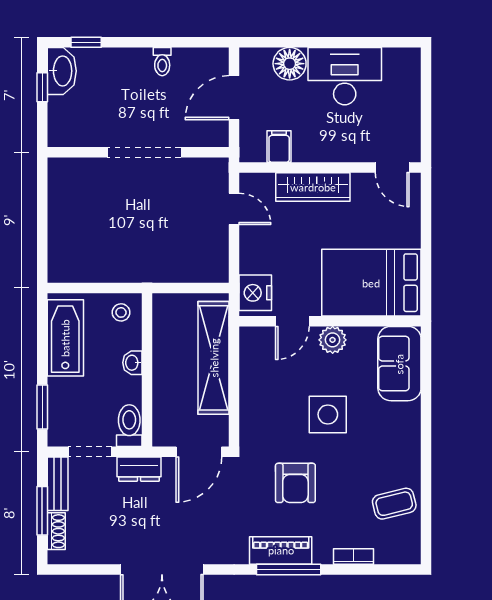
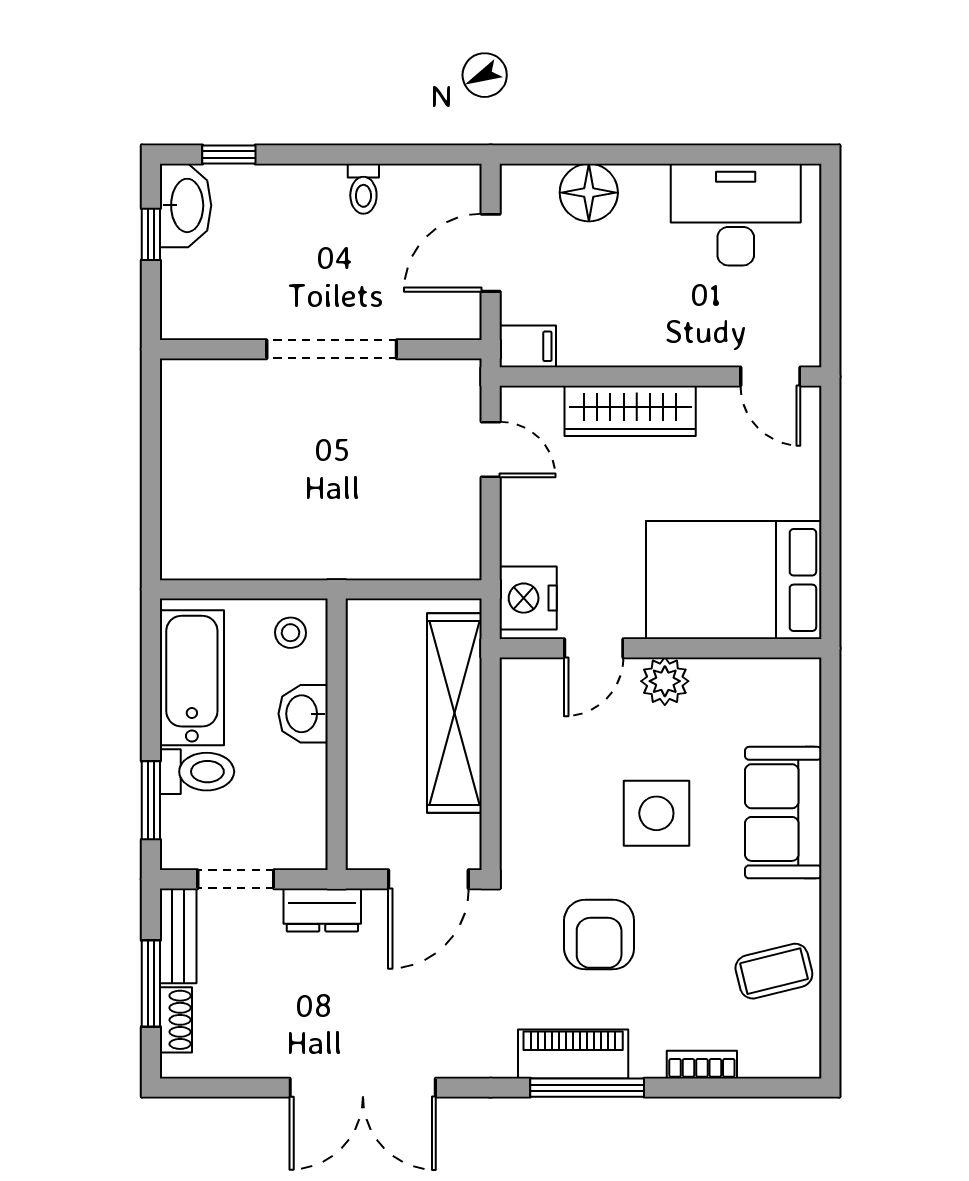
desk: (345, 76) -> (736, 215), moved
filing cabinet: (279, 147) -> (528, 346), moved, turned 90
washbasin: (132, 363) -> (303, 714), width x1.38, depth x1.45
sofa: (399, 364) -> (783, 813), moved
toilet: (129, 426) -> (197, 772), moved, turned 90

